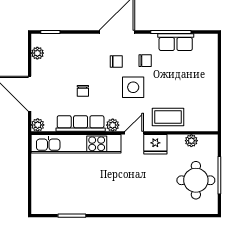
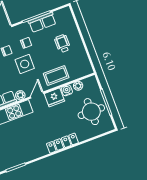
wheelchair: (192, 79) -> (62, 43), added
water cooler: (175, 141) -> (67, 90), added
locker: (144, 207) -> (62, 143), added

